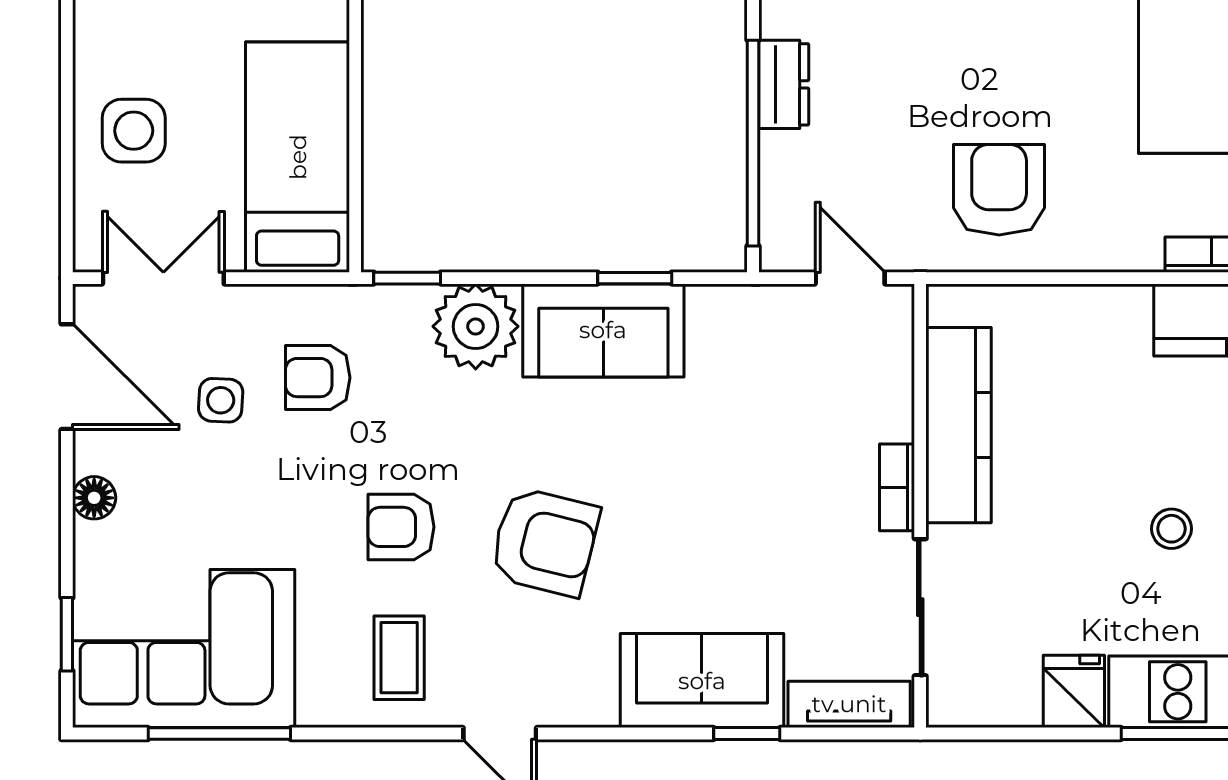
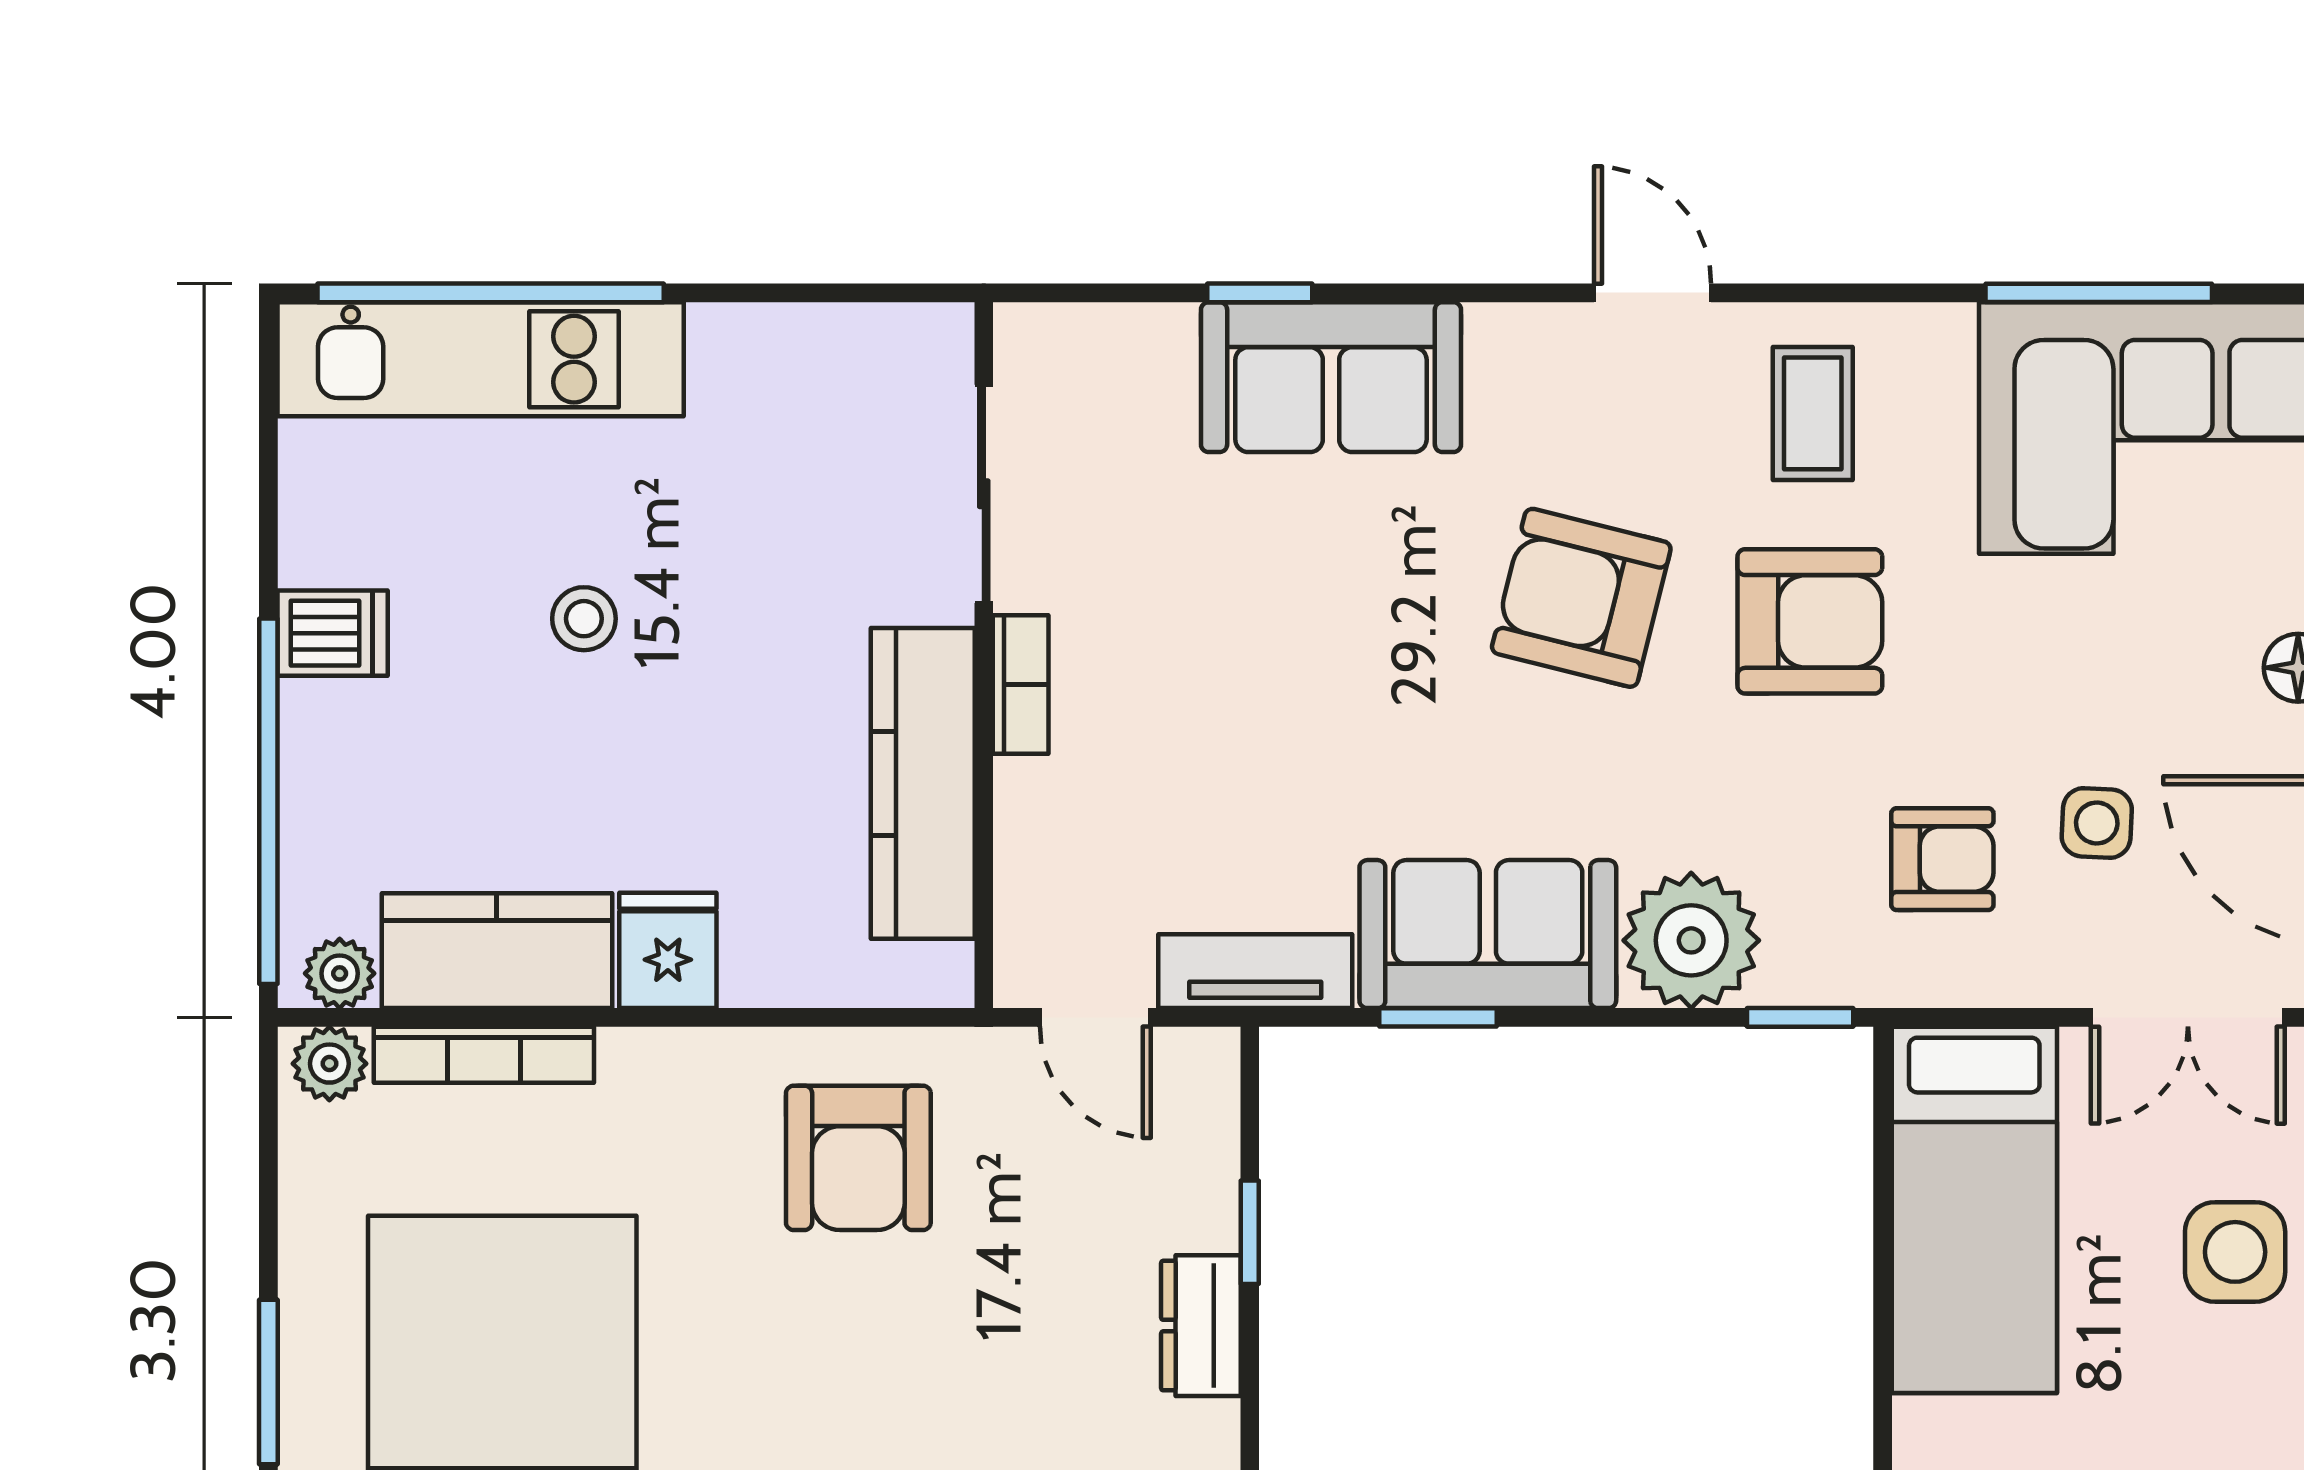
window: (753, 143) -> (1250, 1232), width x0.32
armchair: (401, 527) -> (1810, 621), width x1.38, depth x1.38
fridge: (1074, 691) -> (668, 950), moved, turned 180
tv unit: (849, 704) -> (1255, 971), moved, turned 180

